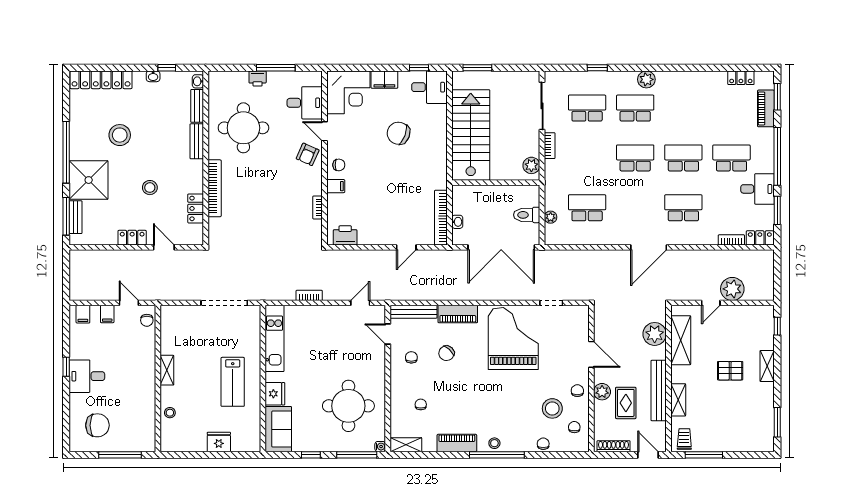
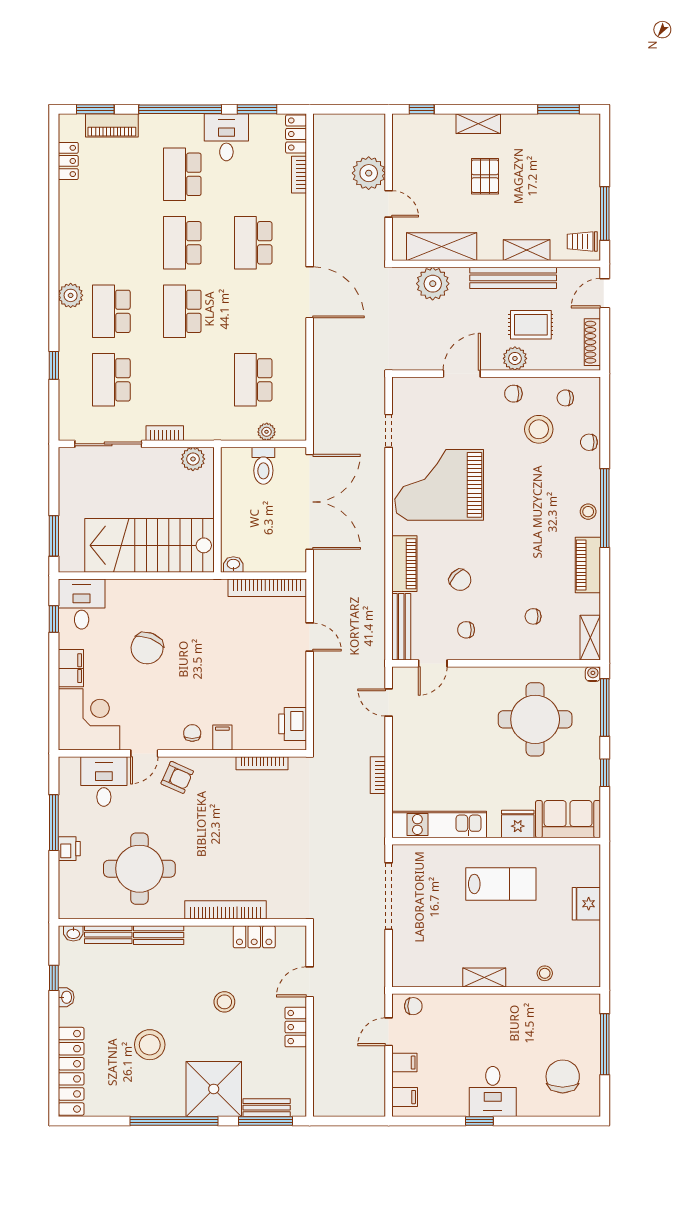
bookcase: (318, 207) -> (262, 763), width x1.56
washbasin: (457, 222) -> (233, 564), moved

